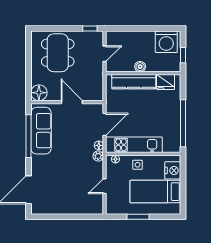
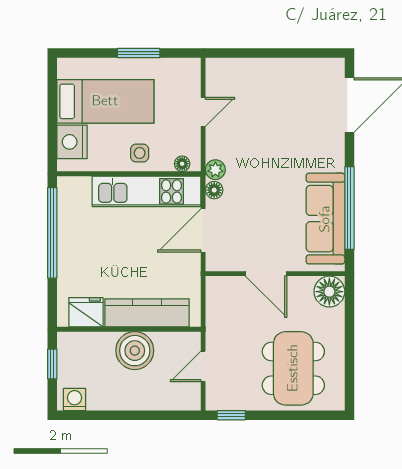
washing machine: (166, 42) -> (75, 399), width x0.53, depth x0.53
boiler: (140, 67) -> (135, 351), width x1.86, depth x1.86

